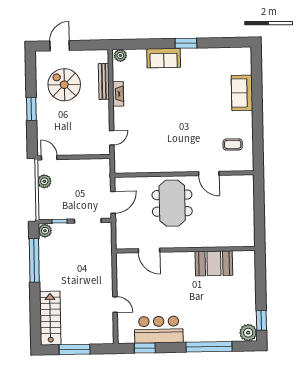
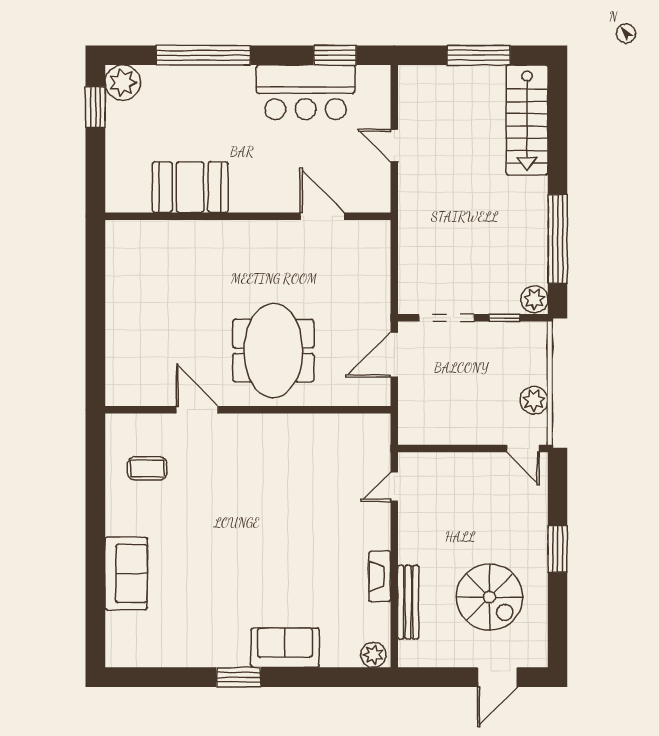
door: (149, 250) -> (322, 216), moved
wall: (185, 250) -> (248, 216), moved
booth: (214, 263) -> (190, 187), moved

